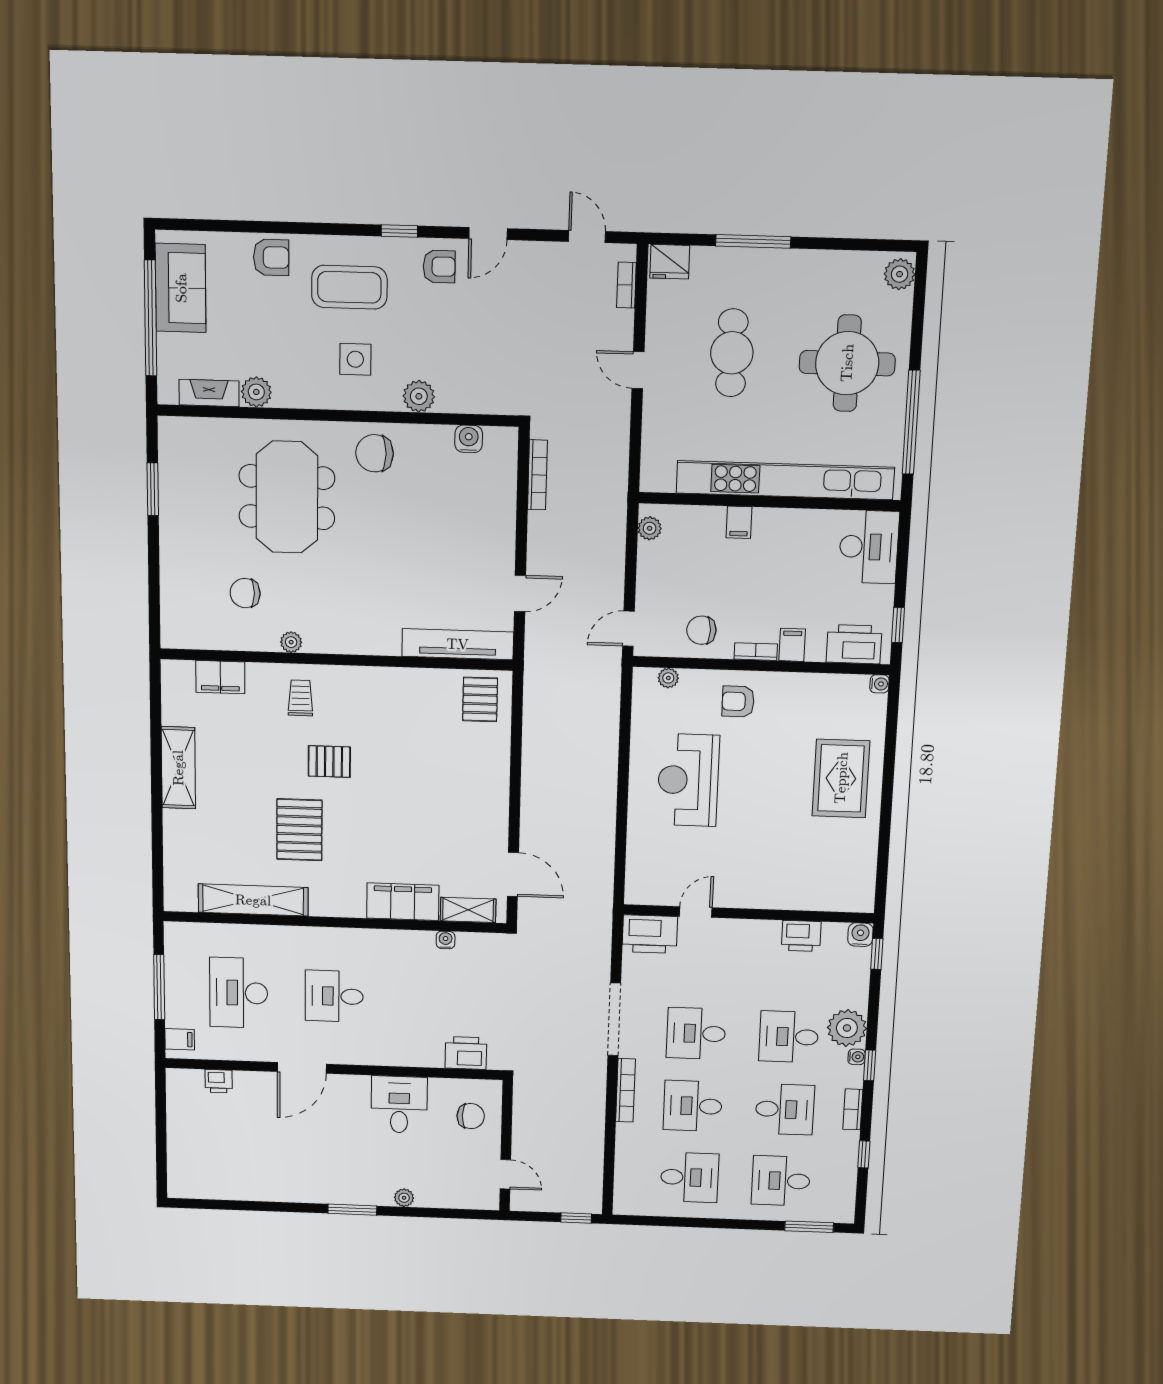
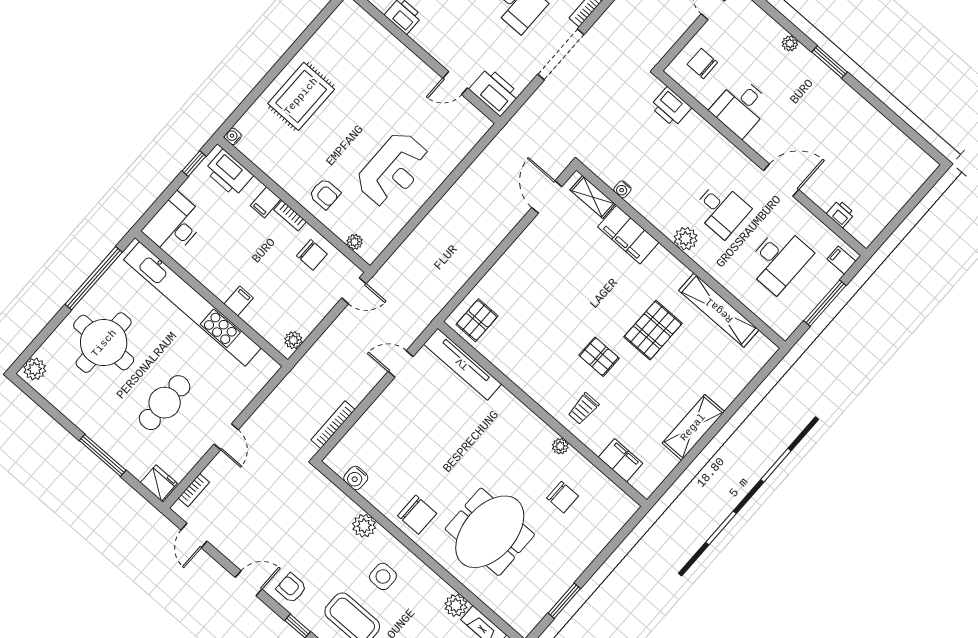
plant: (344, 942) -> (686, 239), added

